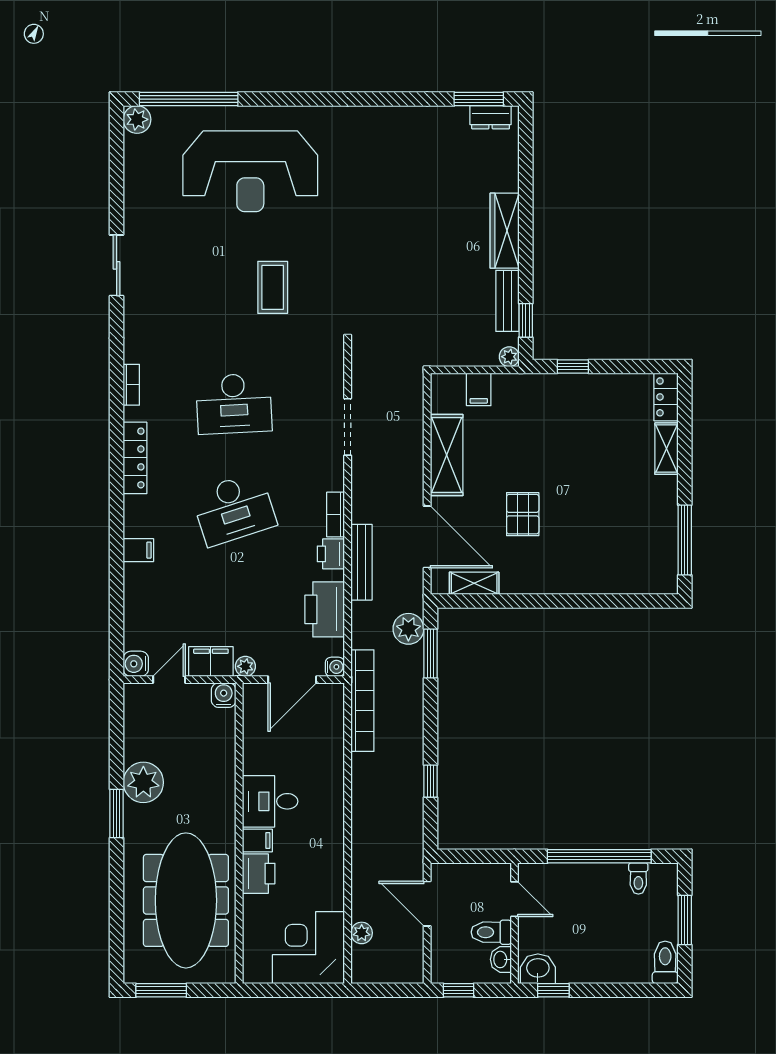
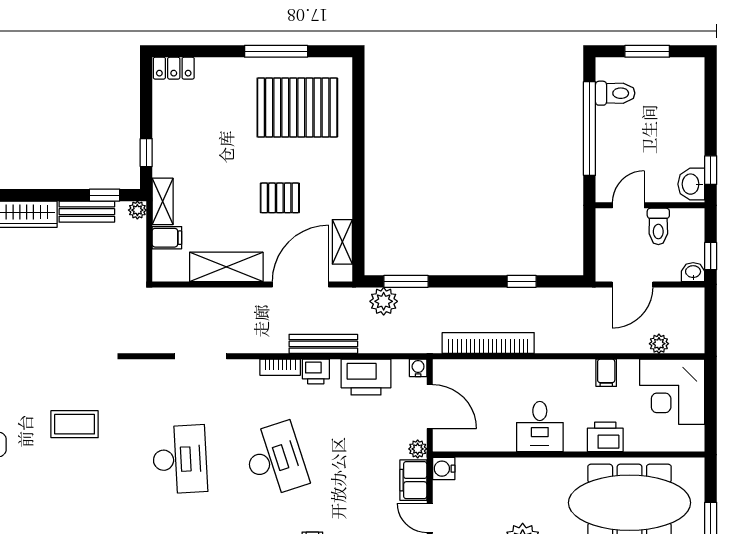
shelving: (666, 449) -> (163, 201), moved, turned 90
pallet: (623, 533) -> (297, 108), added
window: (685, 540) -> (276, 51), moved
bookcase: (362, 701) -> (488, 343), moved
filing cabinet: (257, 840) -> (606, 373), moved, turned 180
toilet: (638, 879) -> (615, 93), width x1.37, depth x1.39
washbasin: (501, 959) -> (693, 272), moved, turned 180
toilet: (665, 962) -> (685, 69), removed

